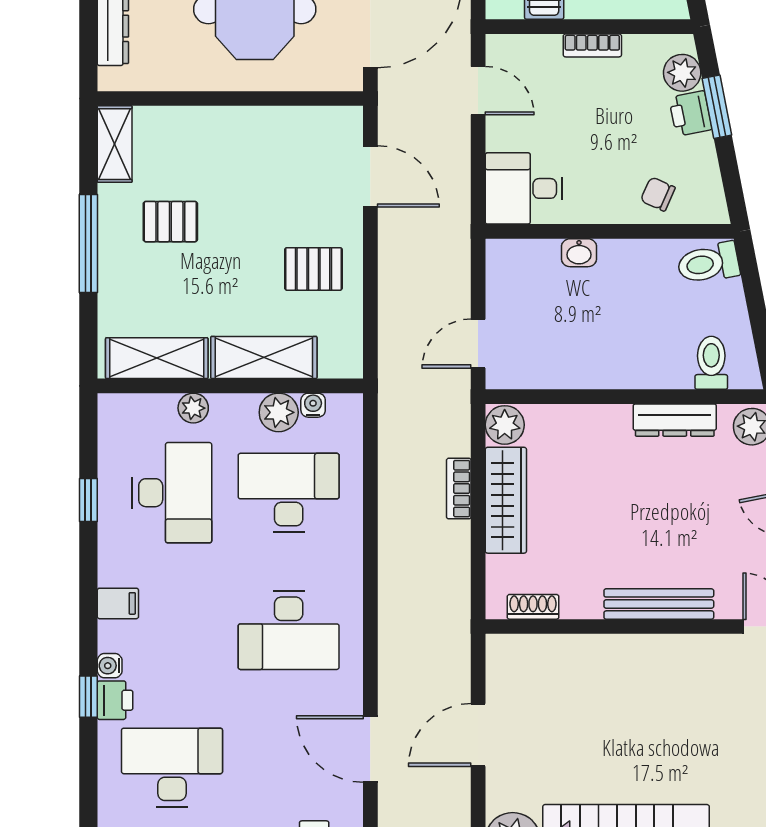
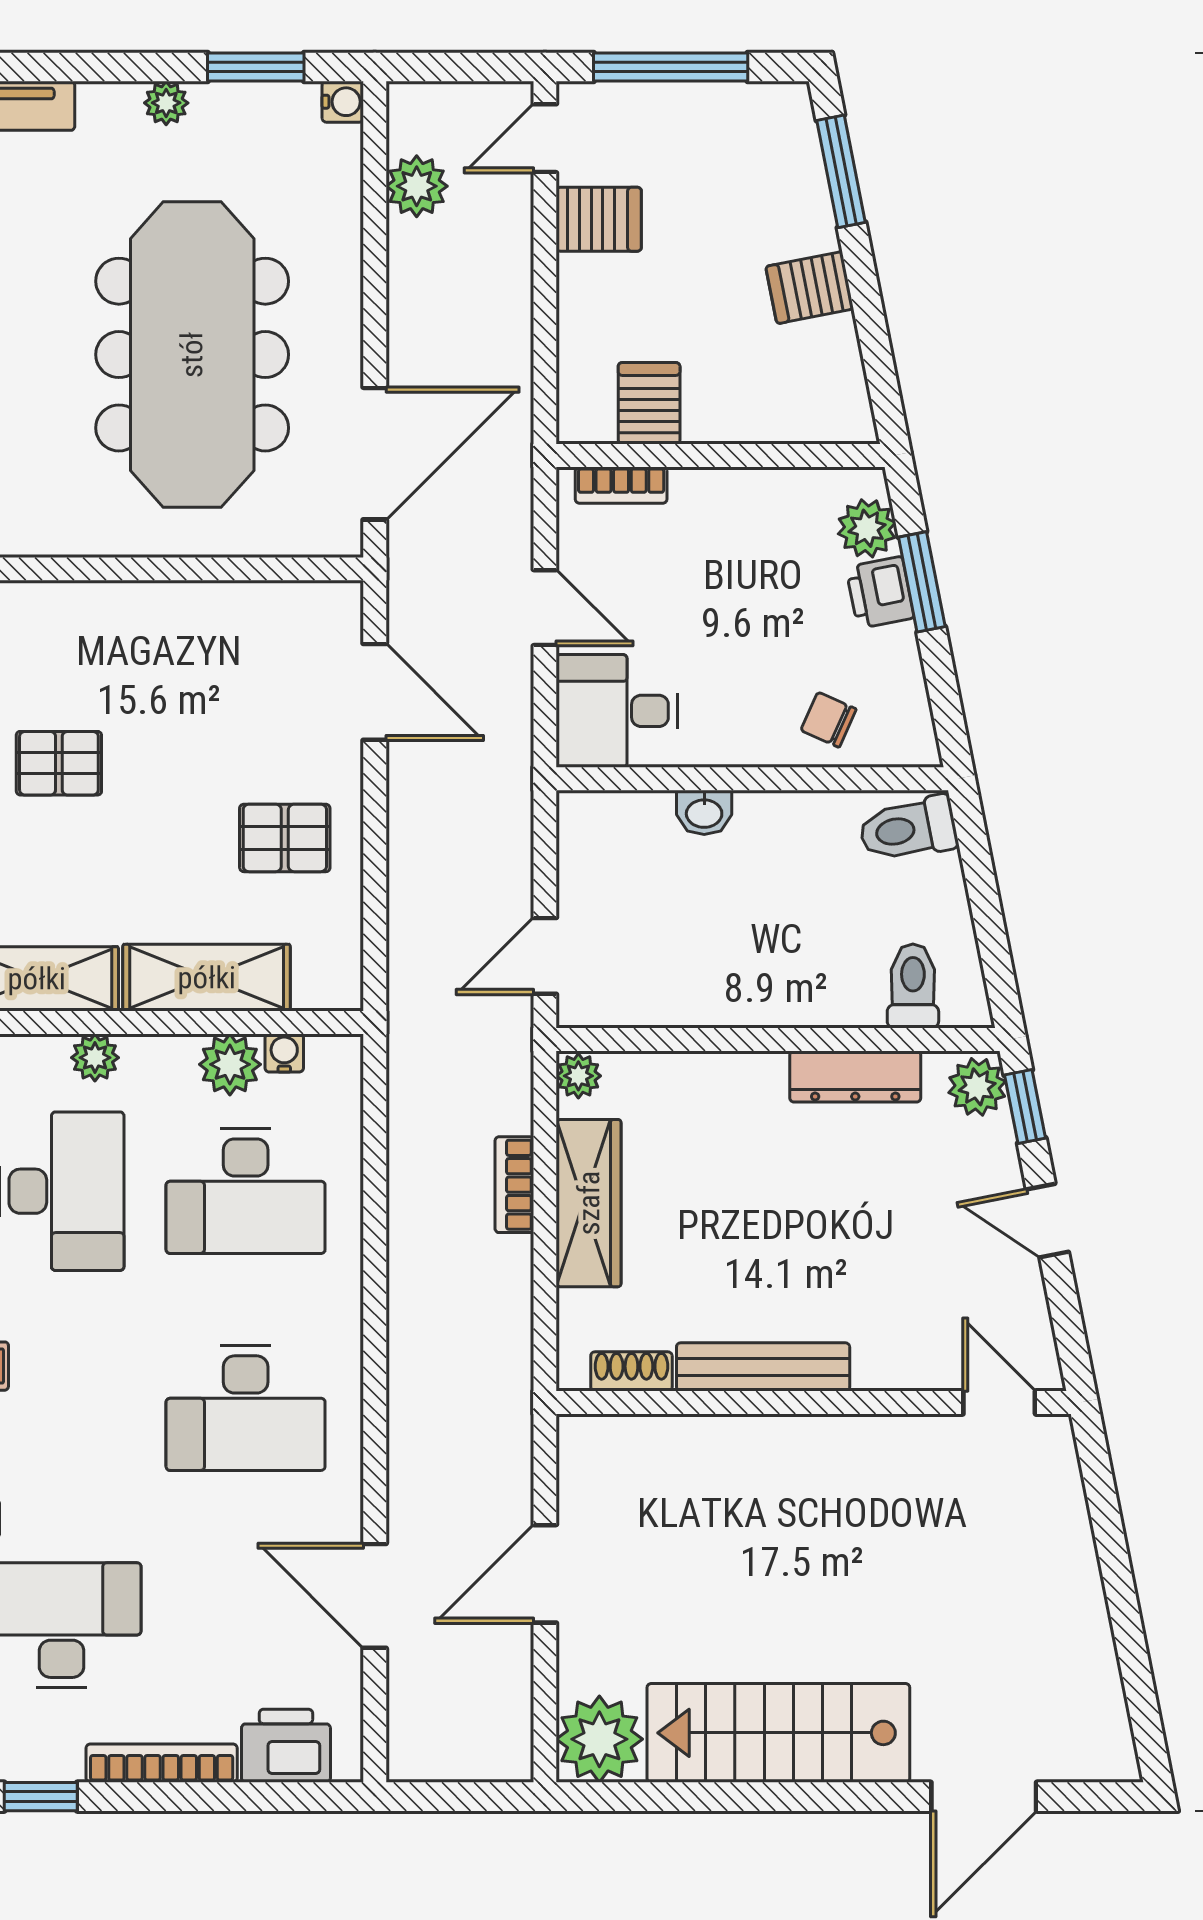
bookcase: (592, 45) -> (621, 485), moved
door: (478, 91) -> (545, 608), moved
plant: (505, 425) -> (578, 1076), width x0.73, depth x0.73
desk: (289, 493) -> (246, 1191), turned 180
bench: (659, 604) -> (763, 1367), moved

